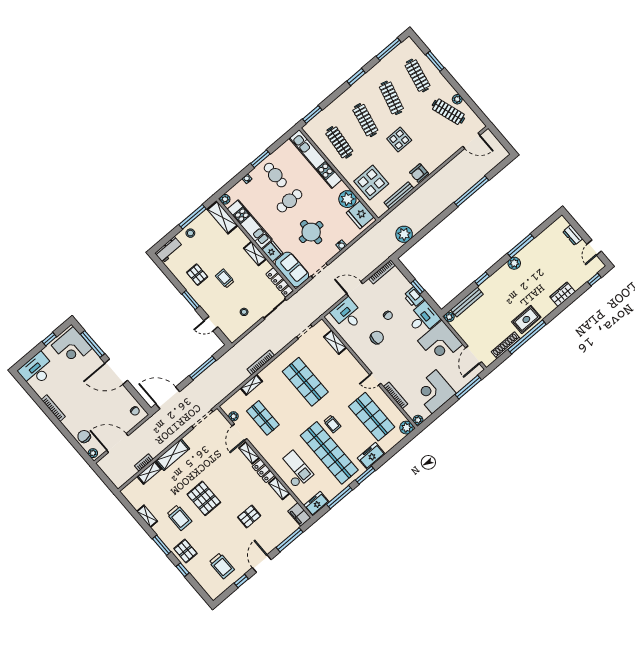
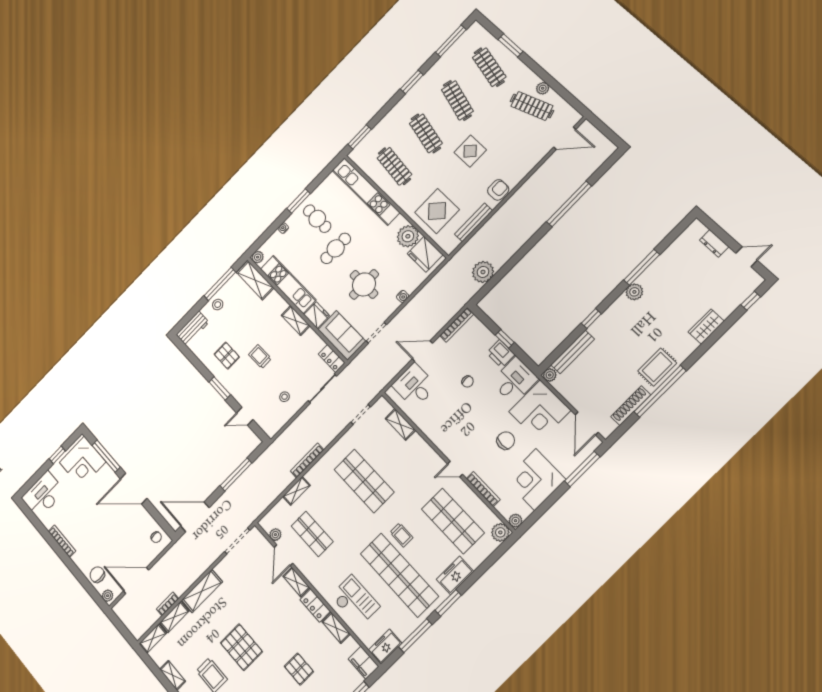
armchair: (419, 173) -> (498, 190), turned 180
door: (594, 248) -> (747, 257), swing flipped
locker: (280, 282) -> (332, 358), width x0.66
chair: (377, 338) -> (506, 441), moved
shelving: (131, 488) -> (153, 638), added
pallet: (249, 516) -> (299, 669), turned 90

